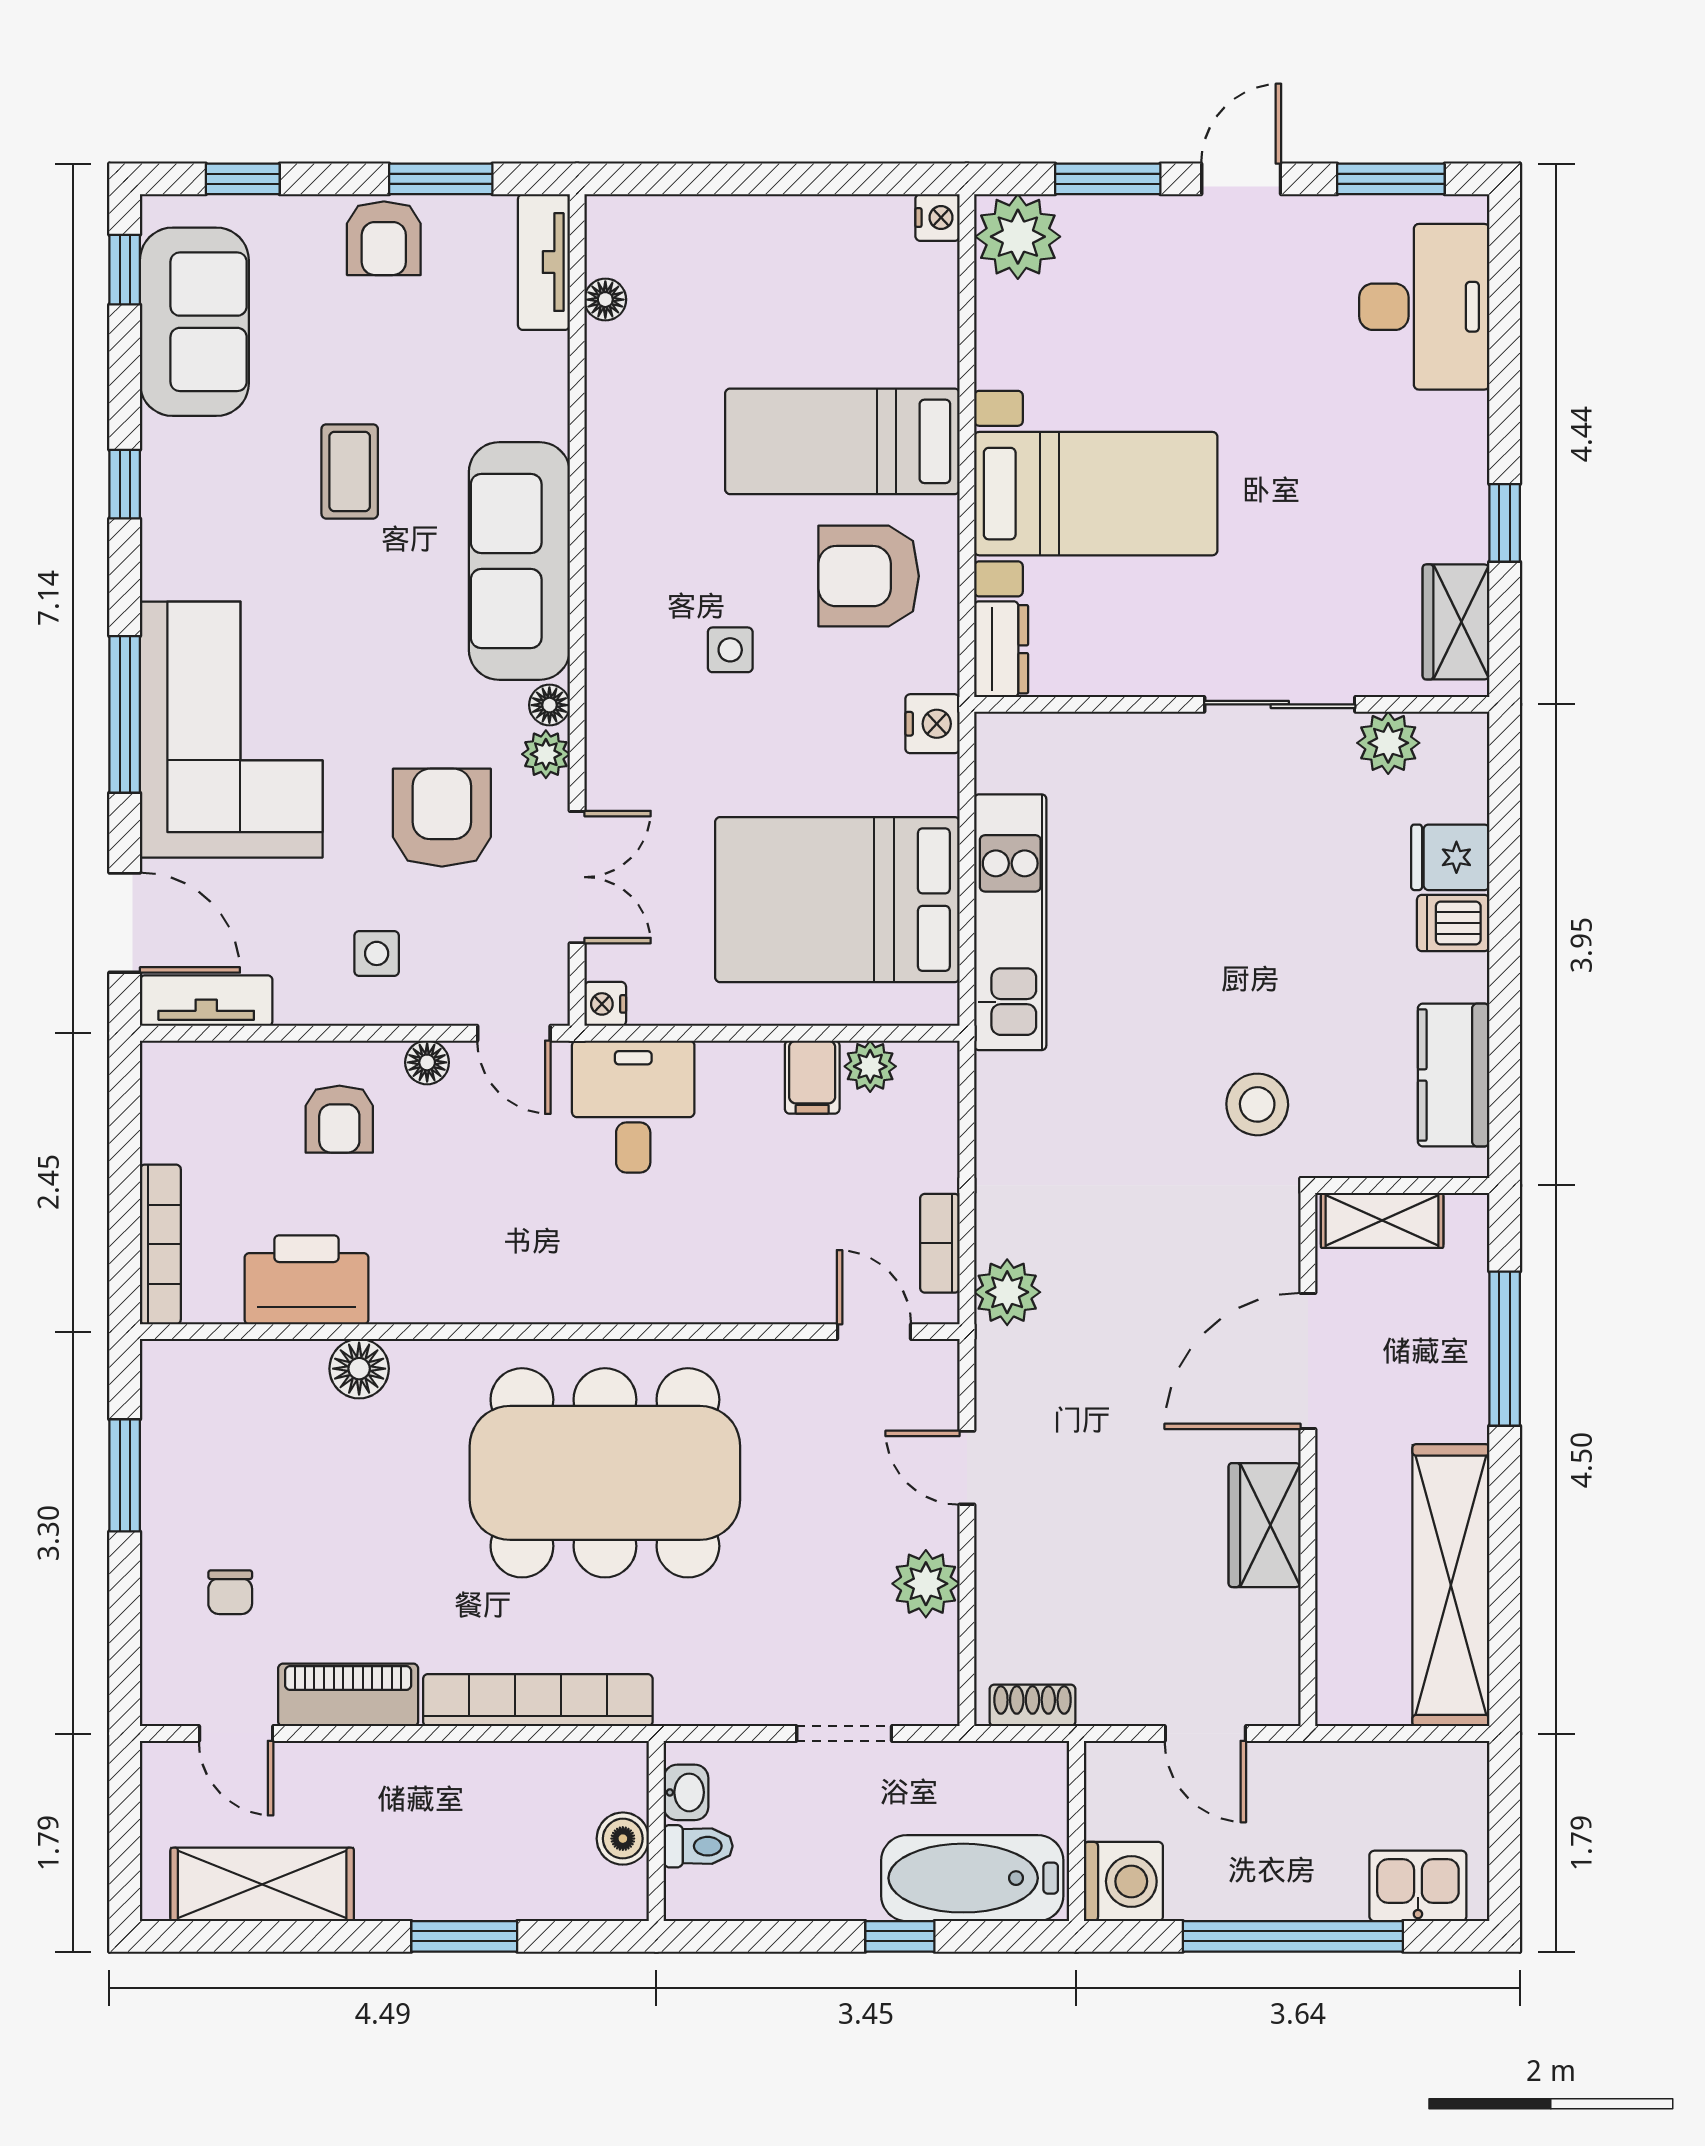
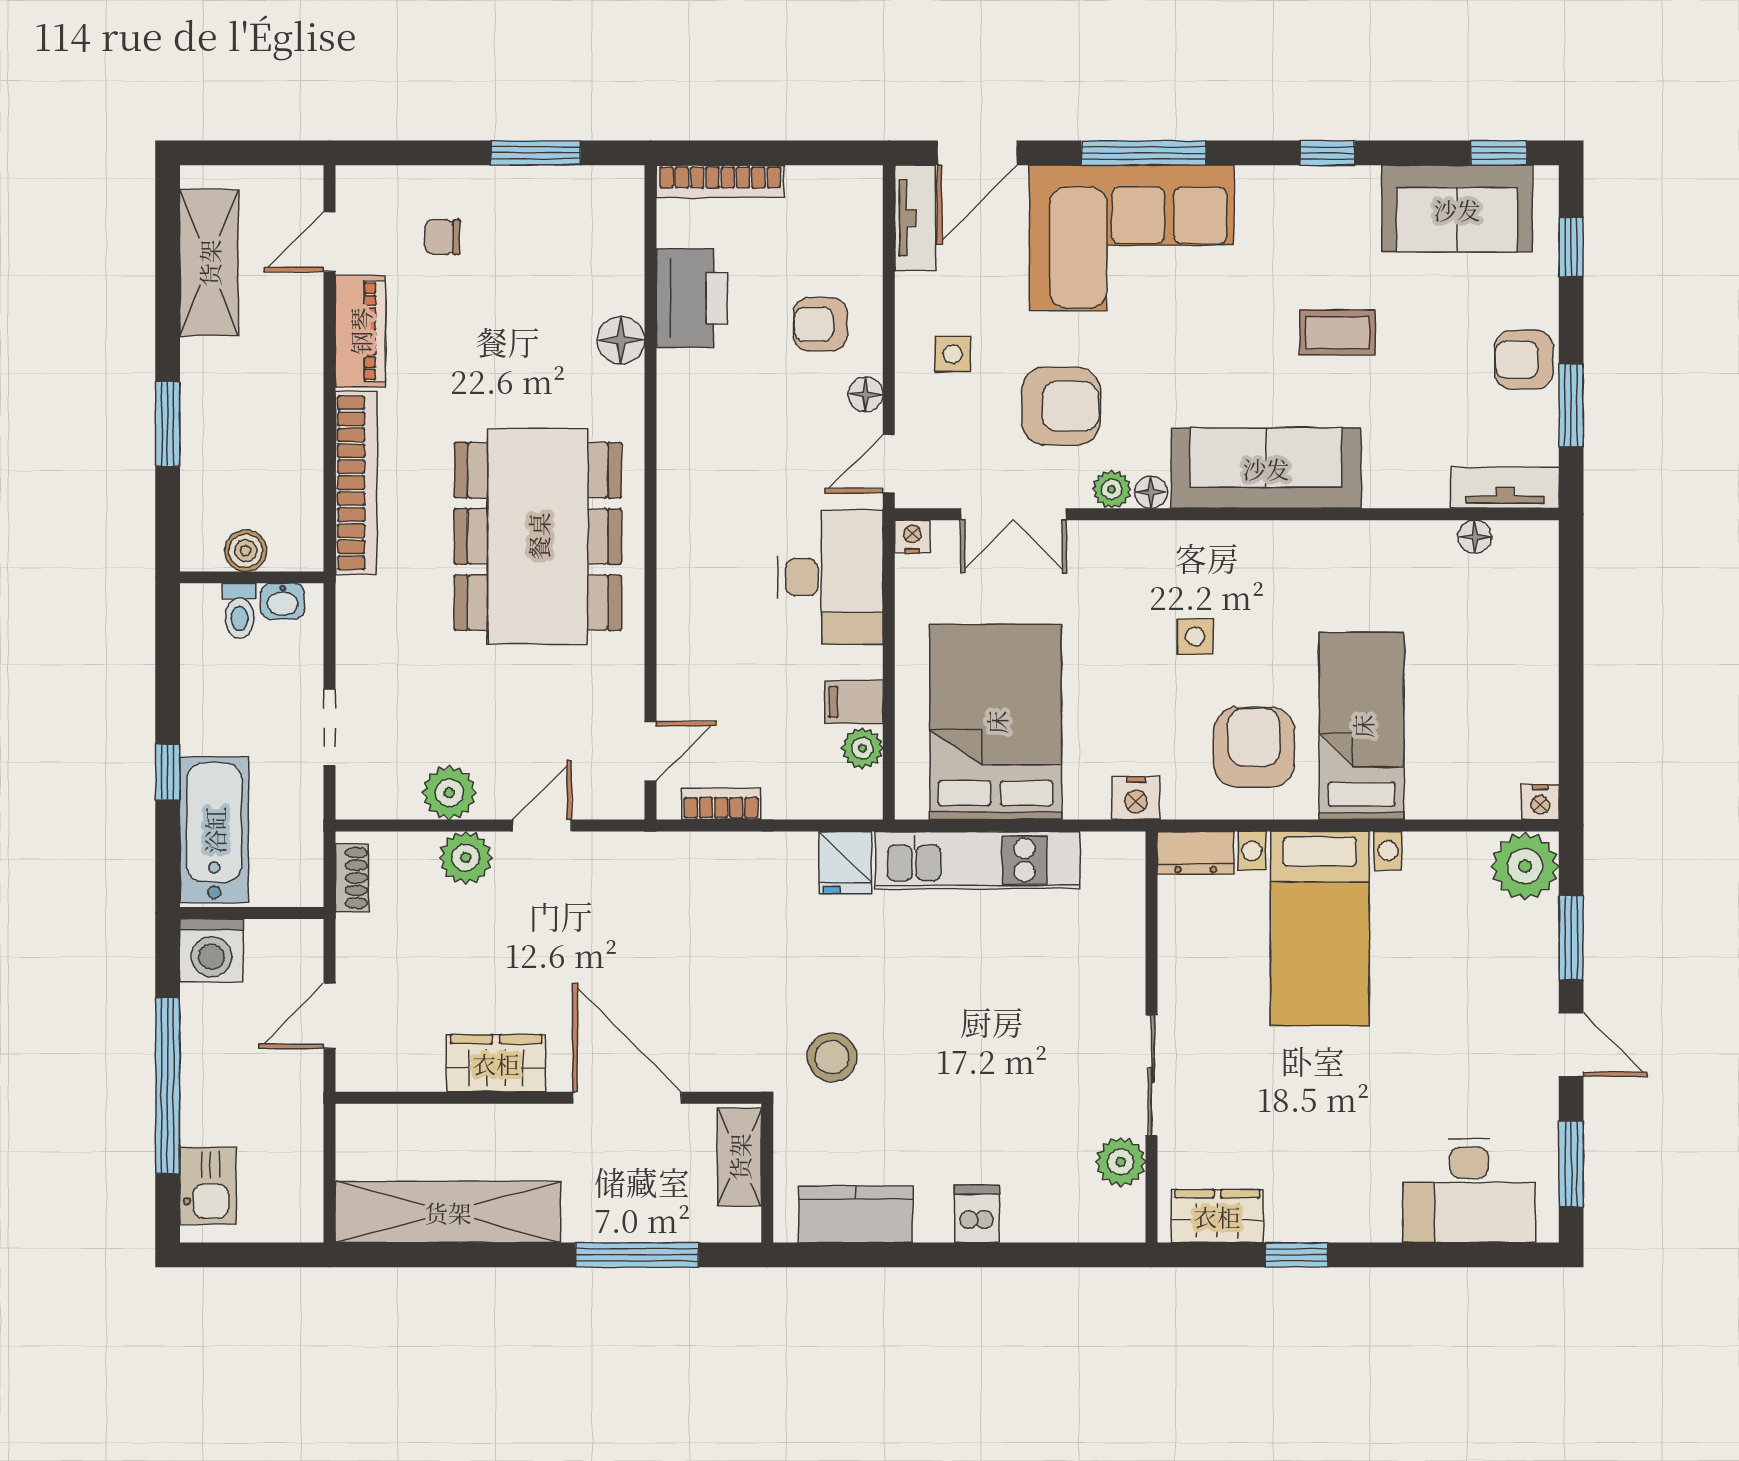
fridge: (1450, 857) -> (845, 862), moved, turned 180
desk: (633, 1107) -> (830, 577), width x1.37
plant: (1007, 1292) -> (466, 858), moved

